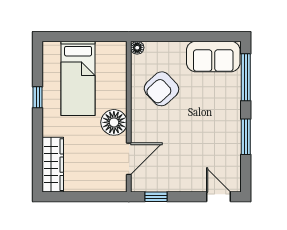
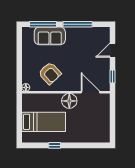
sofa: (213, 56) -> (50, 36), moved, turned 90
window: (246, 137) -> (78, 24), width x1.44
wardrobe: (53, 165) -> (94, 136), removed
door: (218, 197) -> (113, 50), moved

